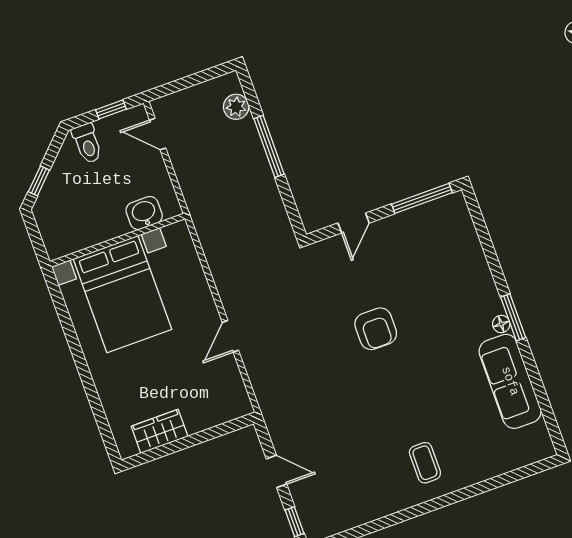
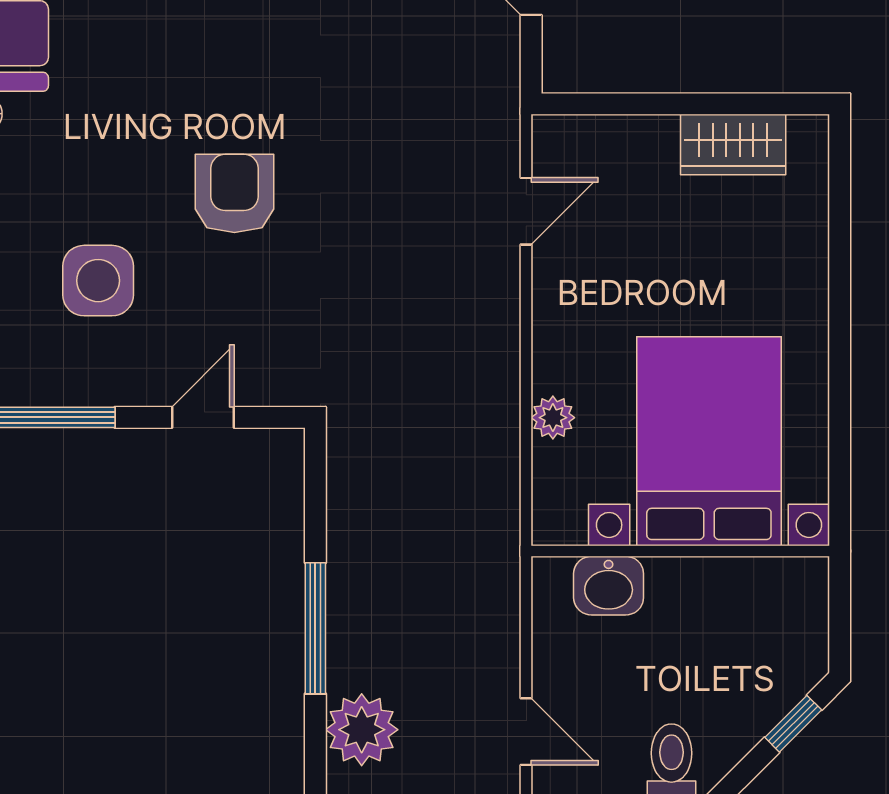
plant: (236, 107) -> (362, 730), width x1.36, depth x1.36
side table: (423, 268) -> (98, 281), added
plant: (196, 280) -> (553, 418), added
door: (230, 336) -> (526, 211), moved

